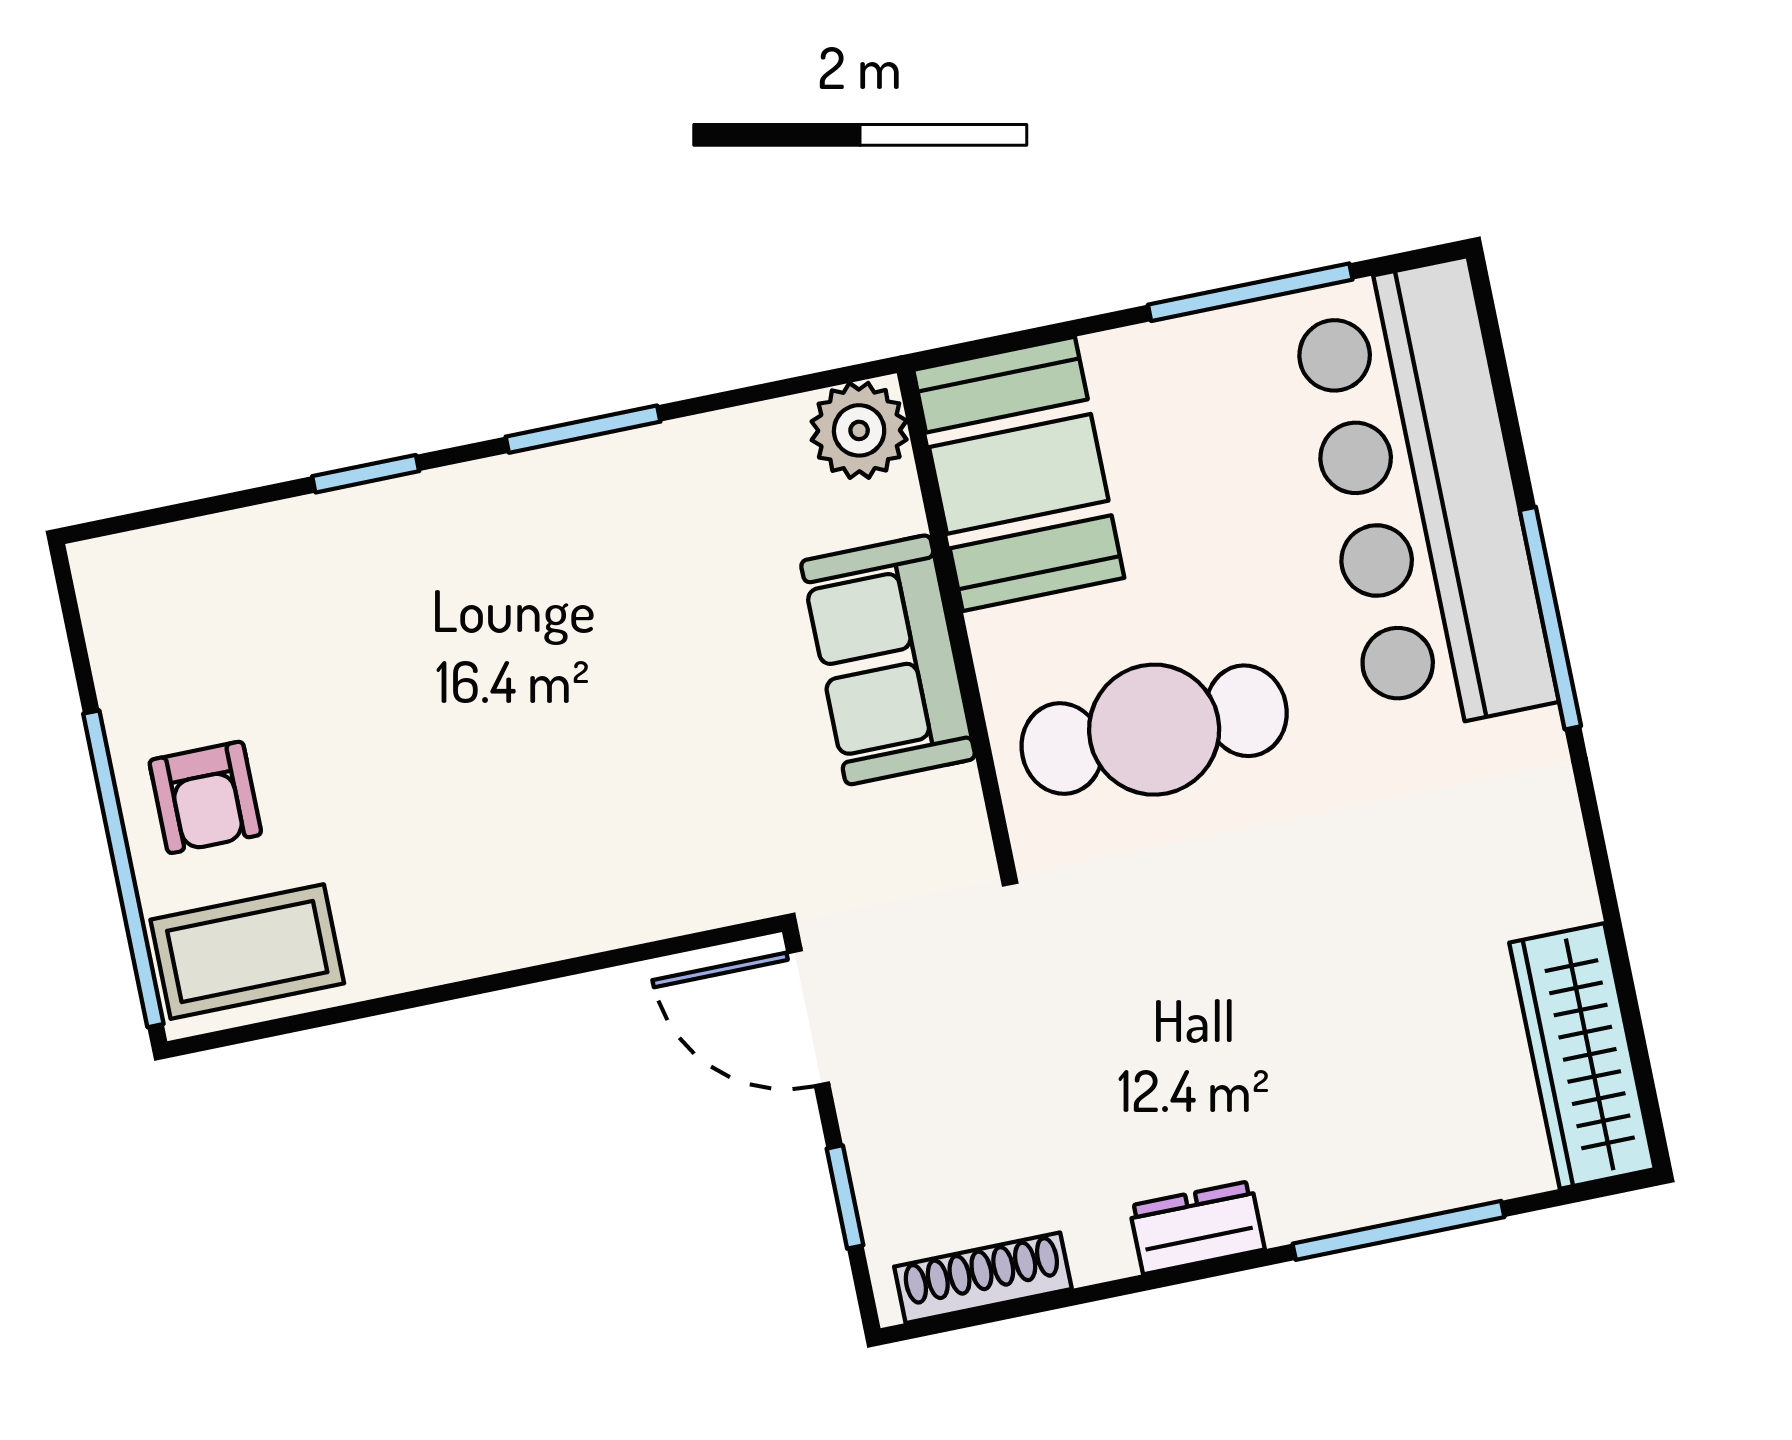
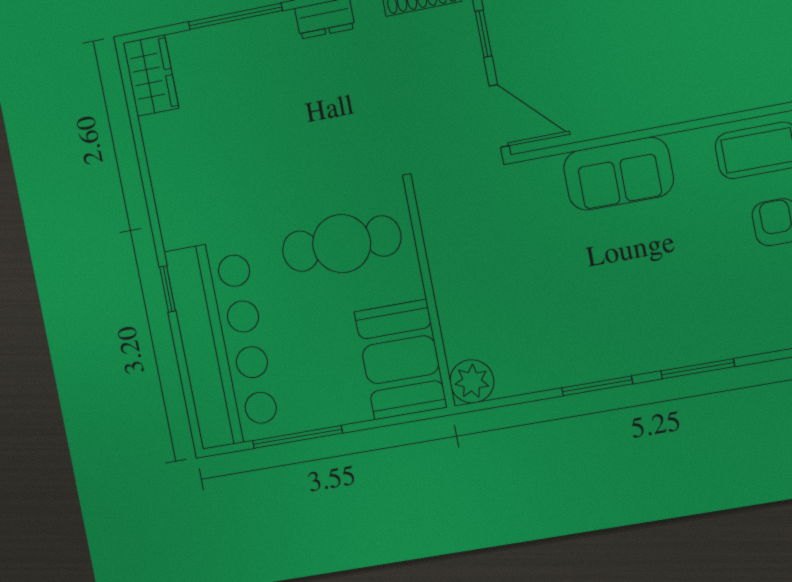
window: (366, 474) -> (698, 369), width x1.50
window: (1550, 618) -> (168, 289), width x0.46
sofa: (888, 660) -> (618, 174), moved, turned 90
wardrobe: (1582, 1056) -> (151, 76), width x0.67

